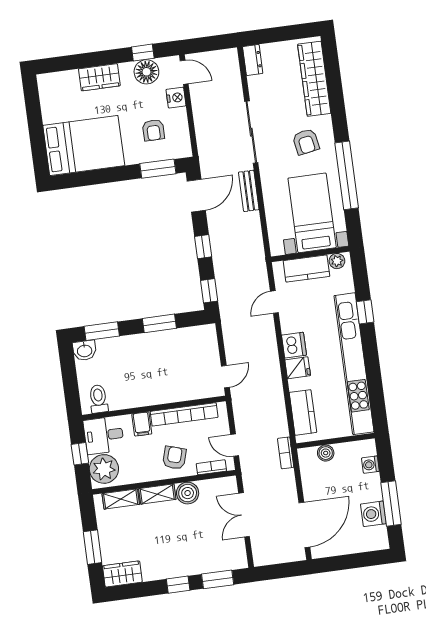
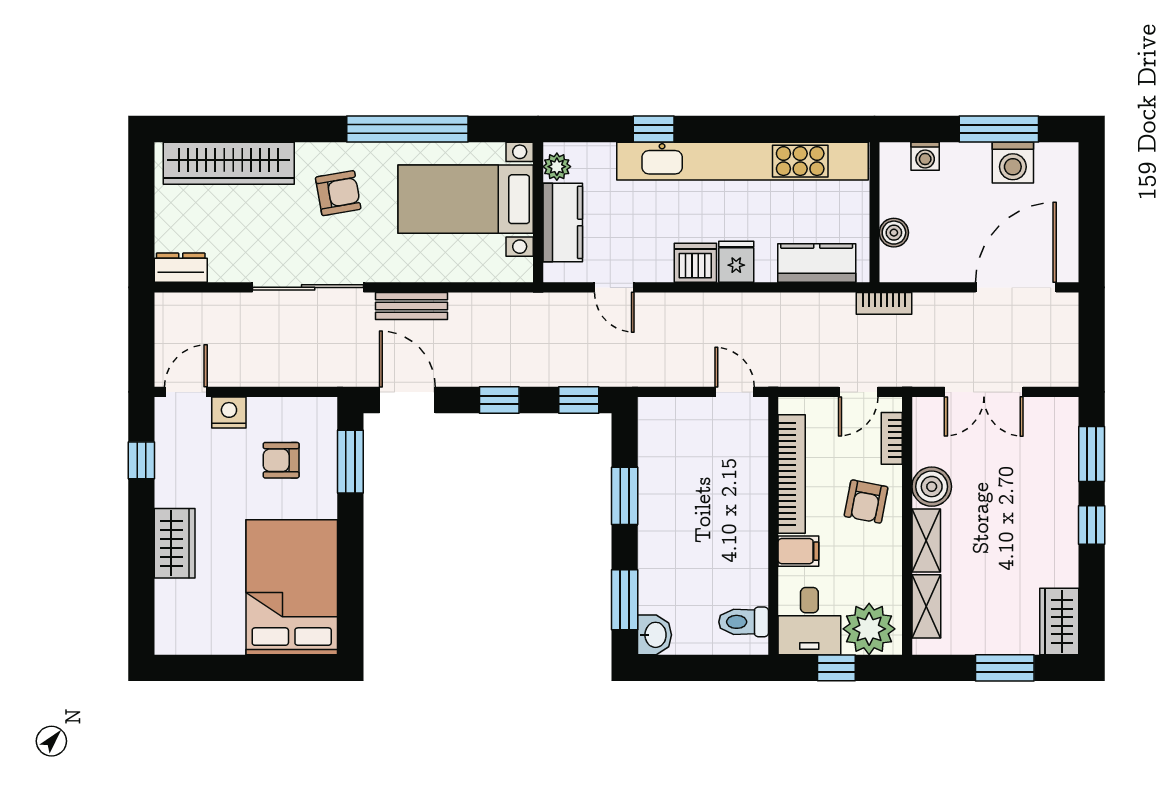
floor lamp: (146, 72) -> (176, 459), removed
armchair: (153, 130) -> (281, 460), turned 180
armchair: (174, 458) -> (866, 502), turned -96
door: (304, 525) -> (1016, 287), hinge flipped

